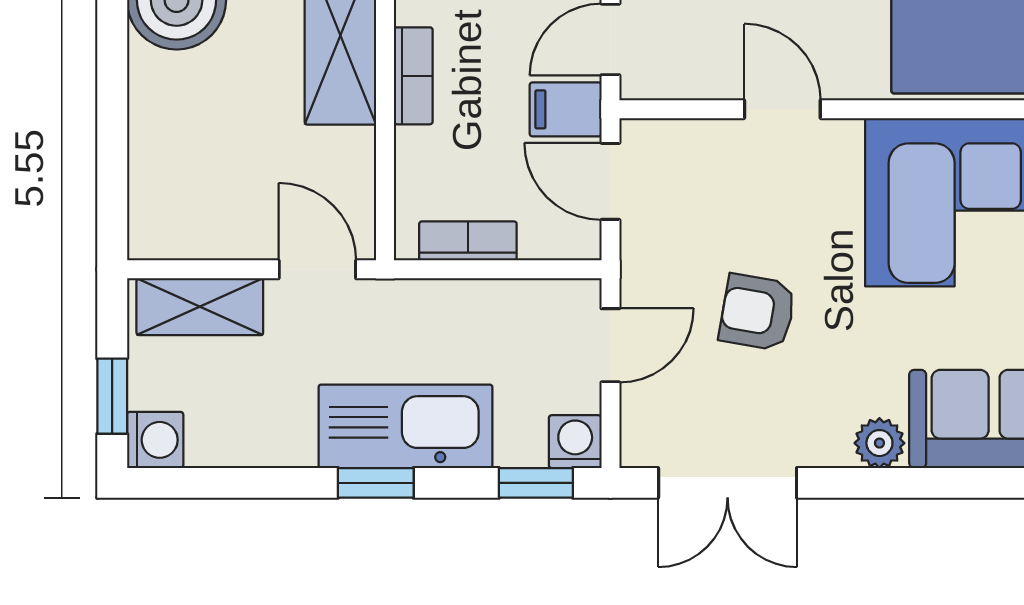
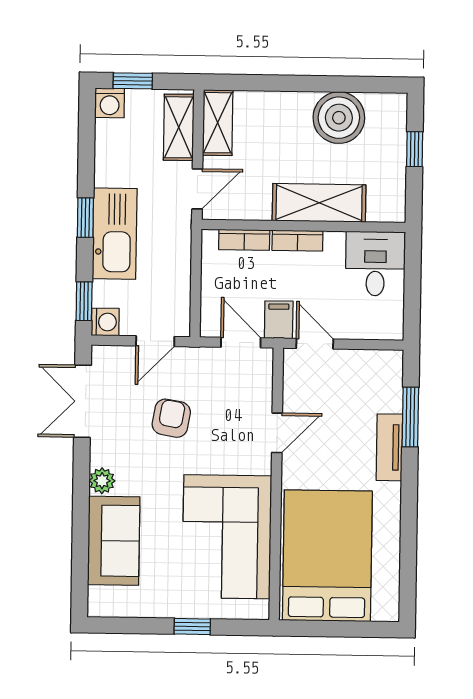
door: (610, 181) -> (241, 343), hinge flipped
shelving: (190, 232) -> (218, 123), added
bookcase: (468, 241) -> (244, 240), moved, turned 90
door: (610, 345) -> (155, 341), hinge flipped

